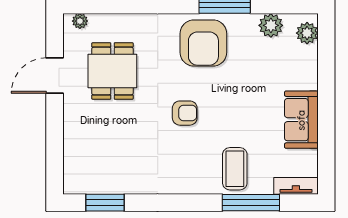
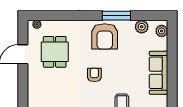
armchair: (185, 113) -> (94, 75), turned -90
sofa: (301, 120) -> (158, 73), width x1.36

